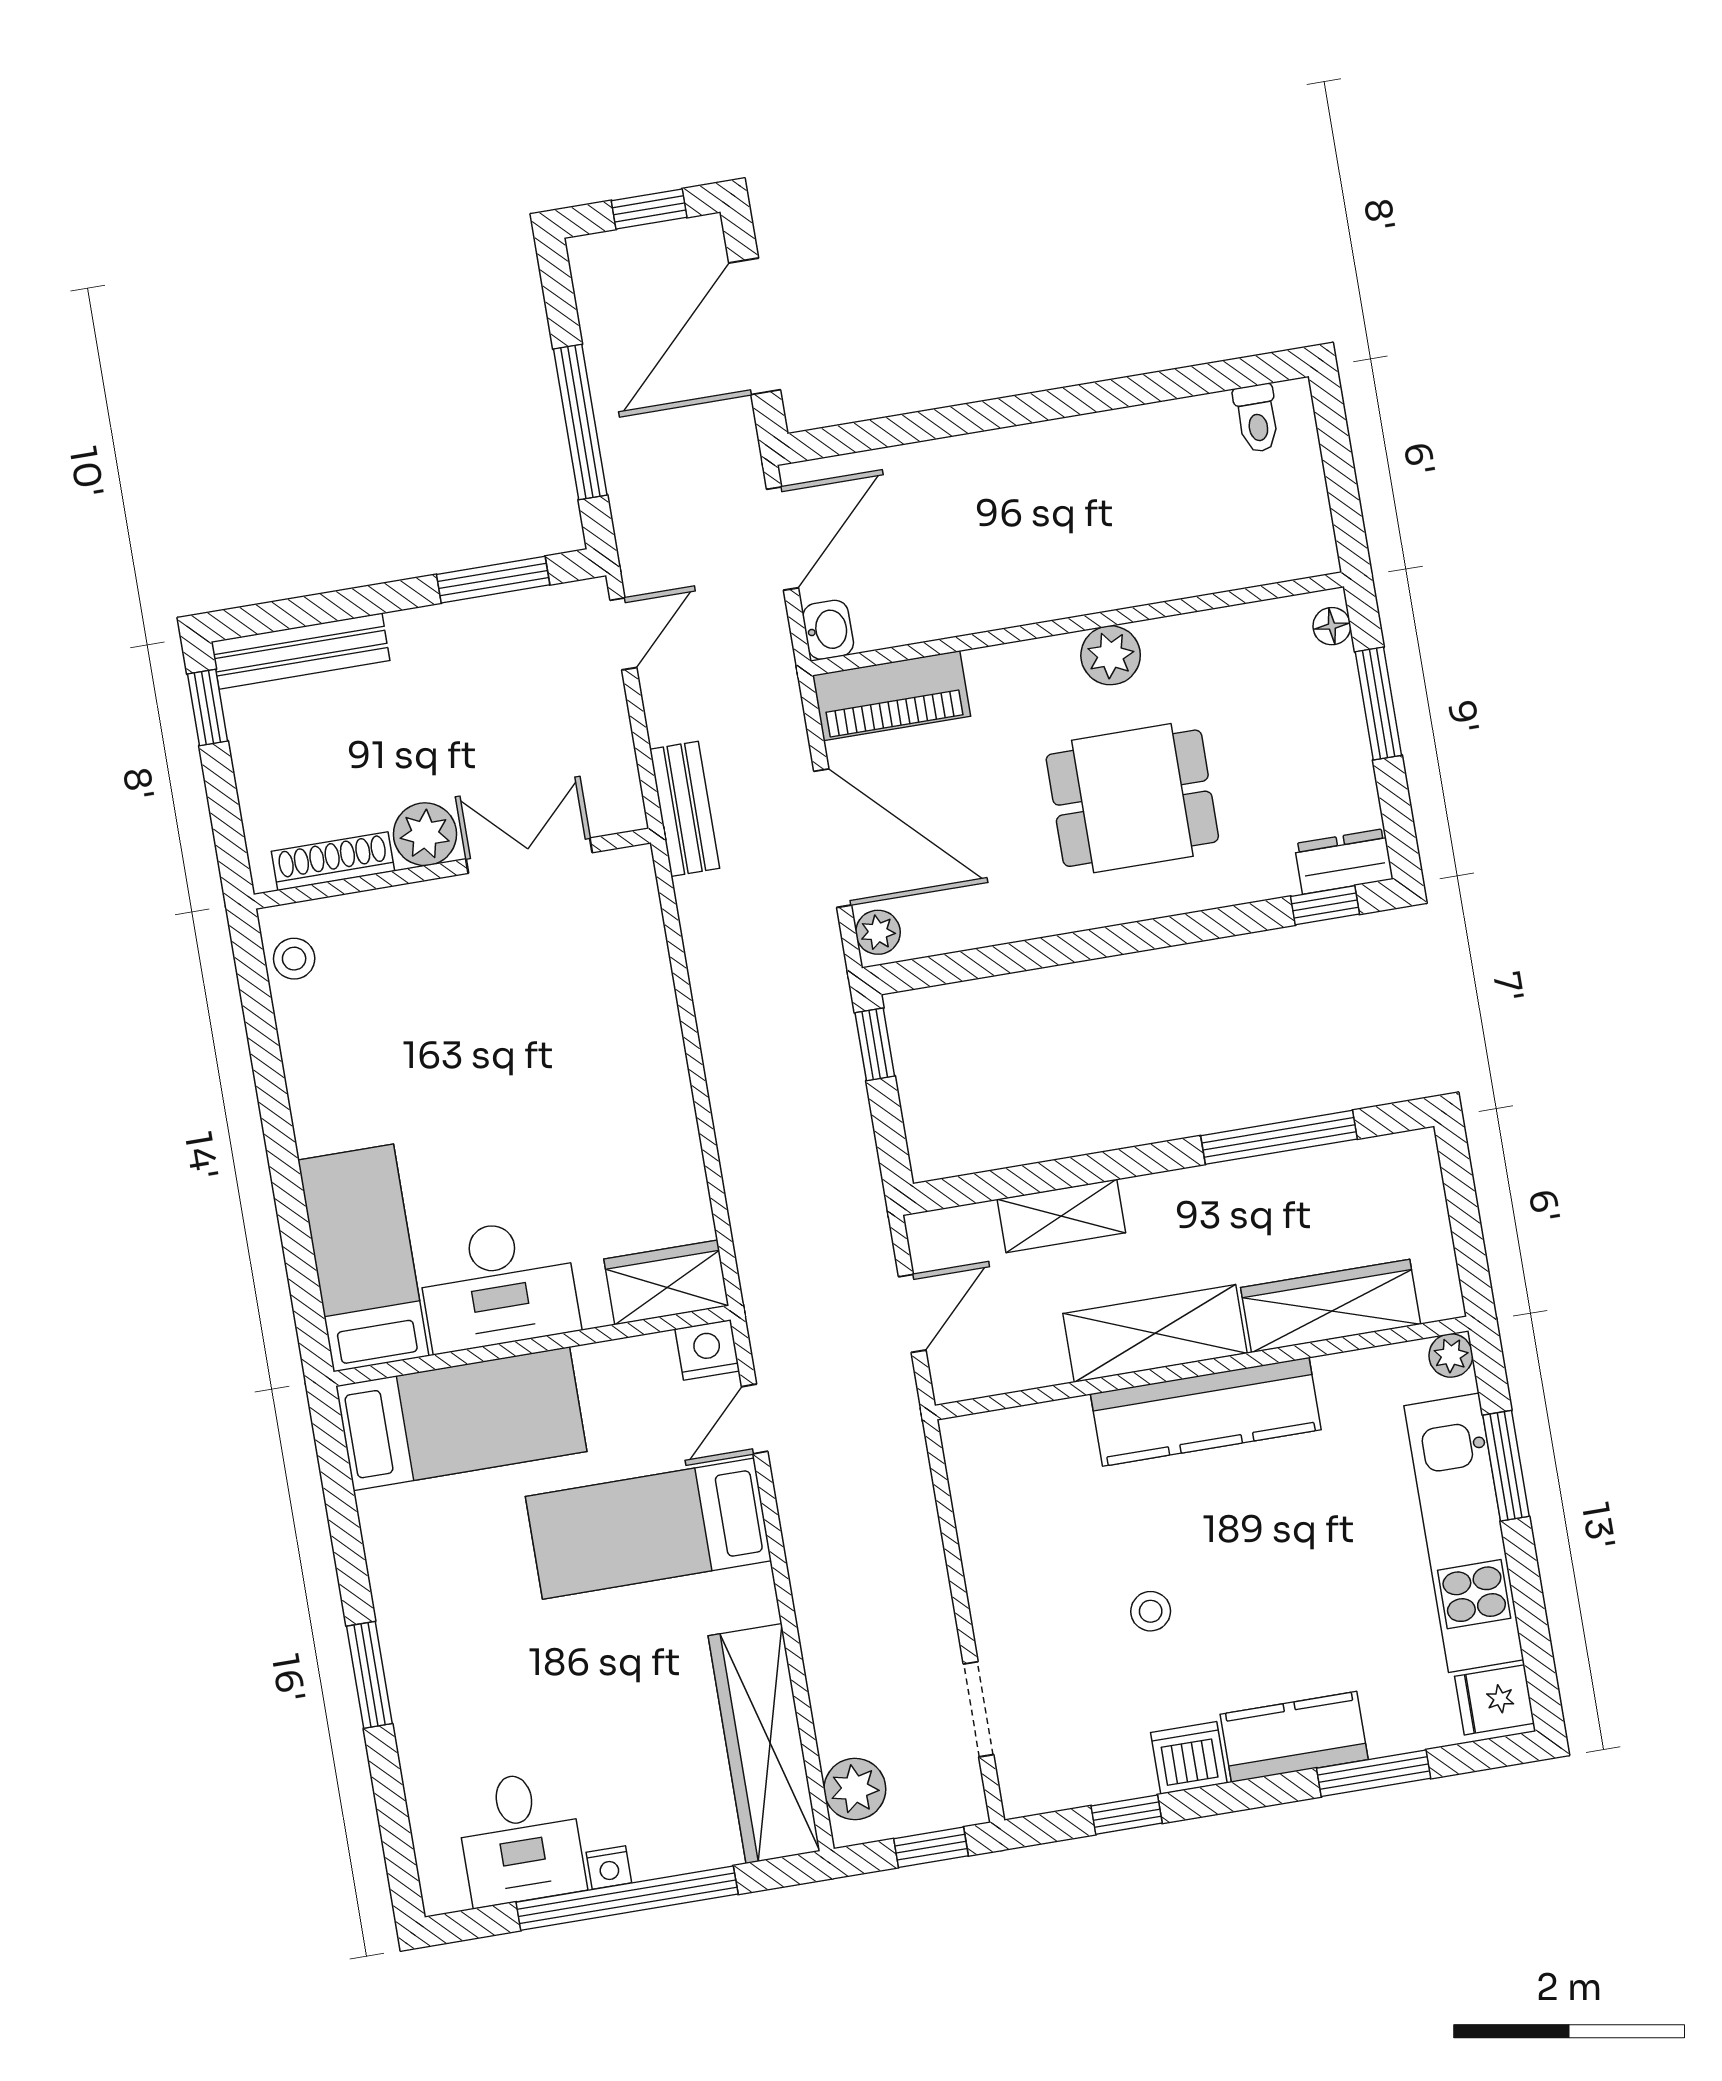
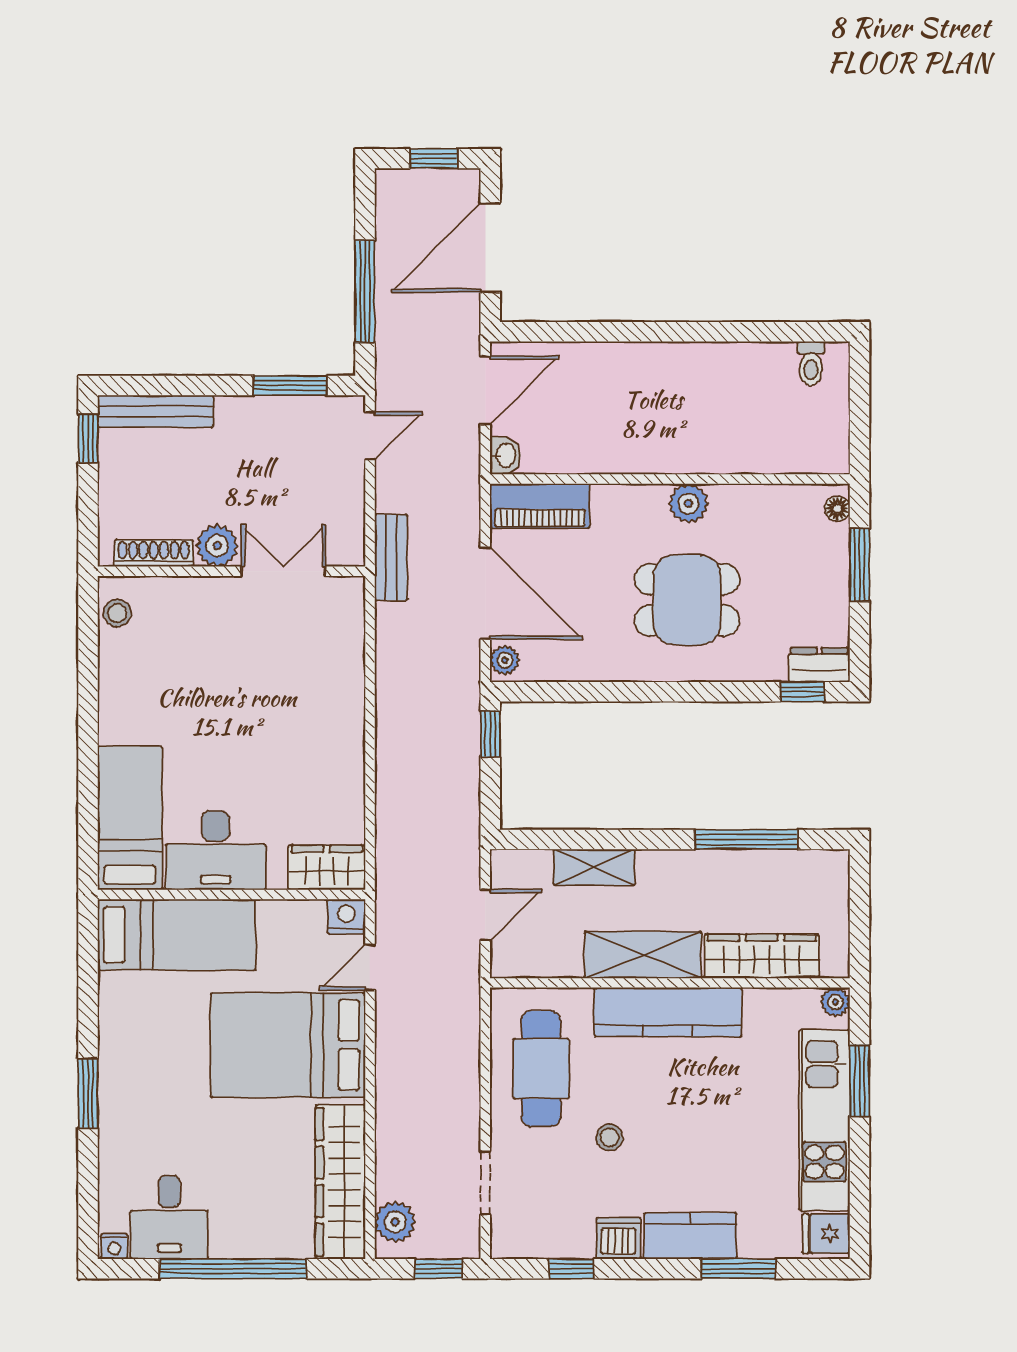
cafe table: (1033, 1526) -> (541, 1069), added
bed: (648, 1529) -> (288, 1045), width x1.50
nightstand: (609, 1868) -> (114, 1246), moved

